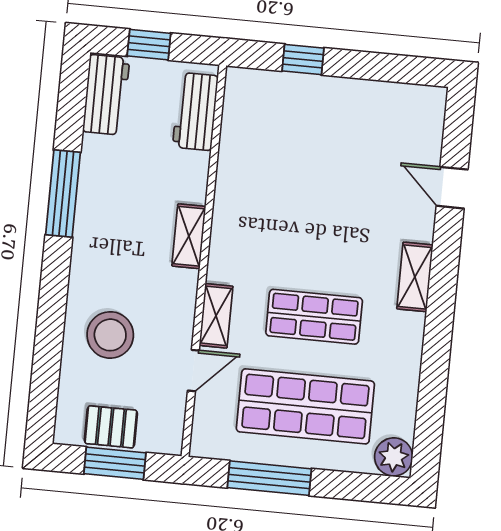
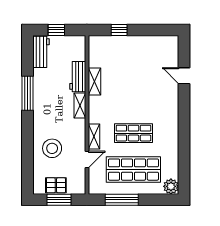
workbench: (195, 111) -> (78, 77), moved
shelving: (415, 277) -> (94, 81), moved

